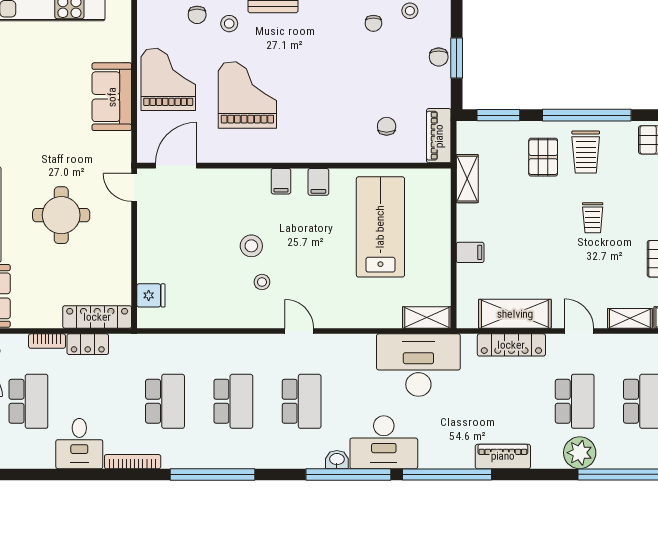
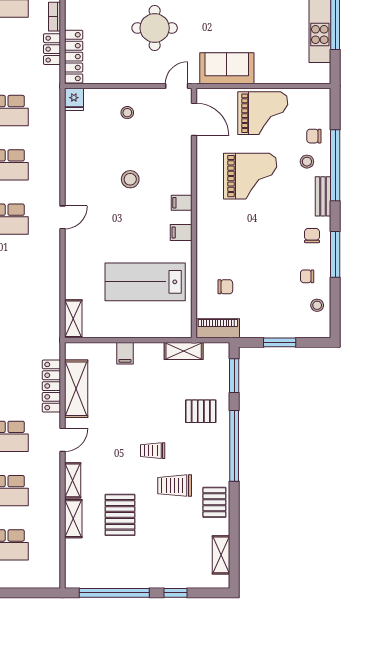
chair: (439, 57) -> (312, 236), moved, turned 90
sofa: (112, 97) -> (227, 68), moved
trolley: (586, 152) -> (175, 486), moved
lab bench: (380, 227) -> (145, 282), turned 180
stool: (262, 282) -> (127, 113), moved
fridge: (151, 295) -> (74, 99), moved
desk: (418, 365) -> (35, 312), removed

